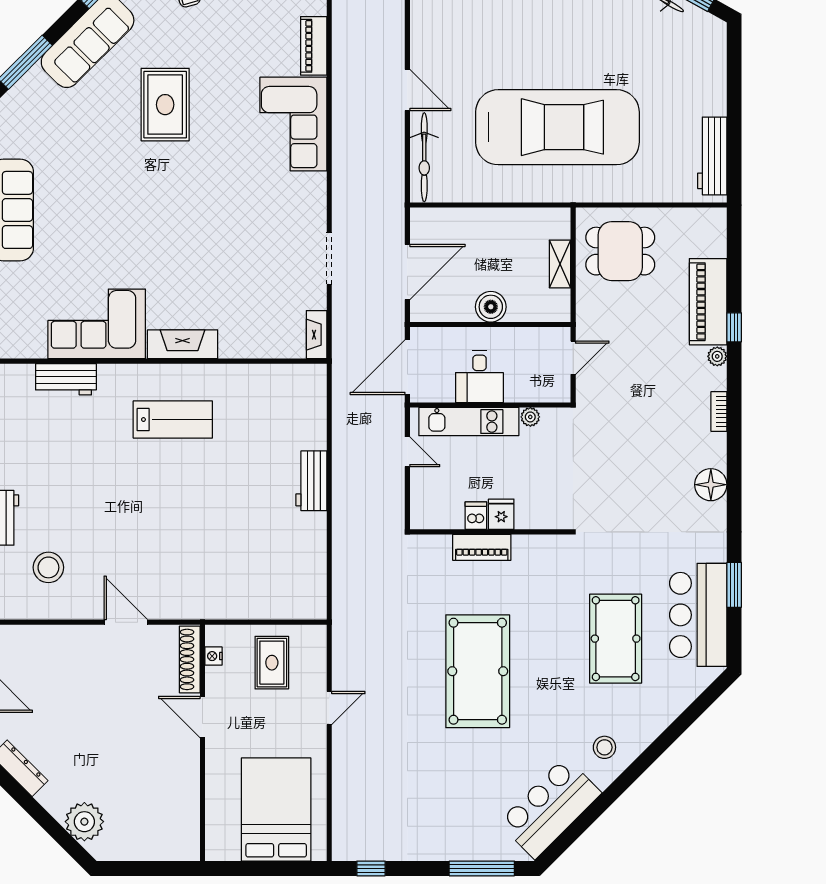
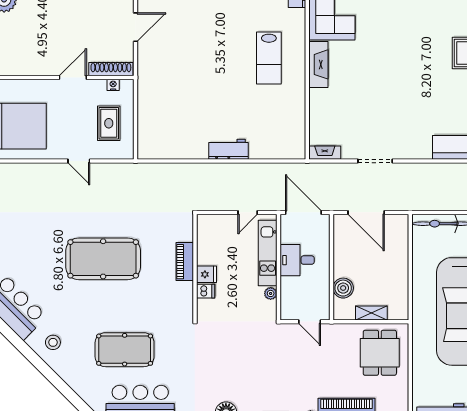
boiler: (491, 307) -> (343, 288), moved
dishwasher: (476, 516) -> (206, 291), moved
rug: (272, 663) -> (109, 123), turned 90

